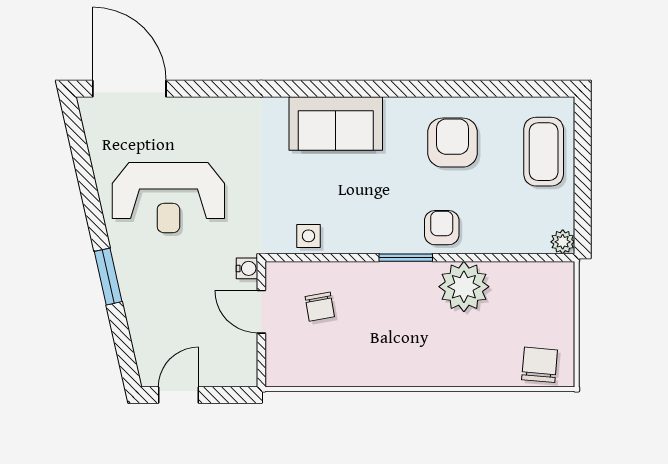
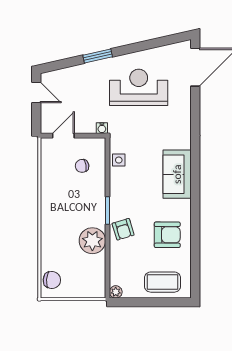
reception desk: (168, 198) -> (139, 87), turned 90
armchair: (442, 228) -> (123, 229), turned 73
door: (261, 312) -> (63, 136), moved

